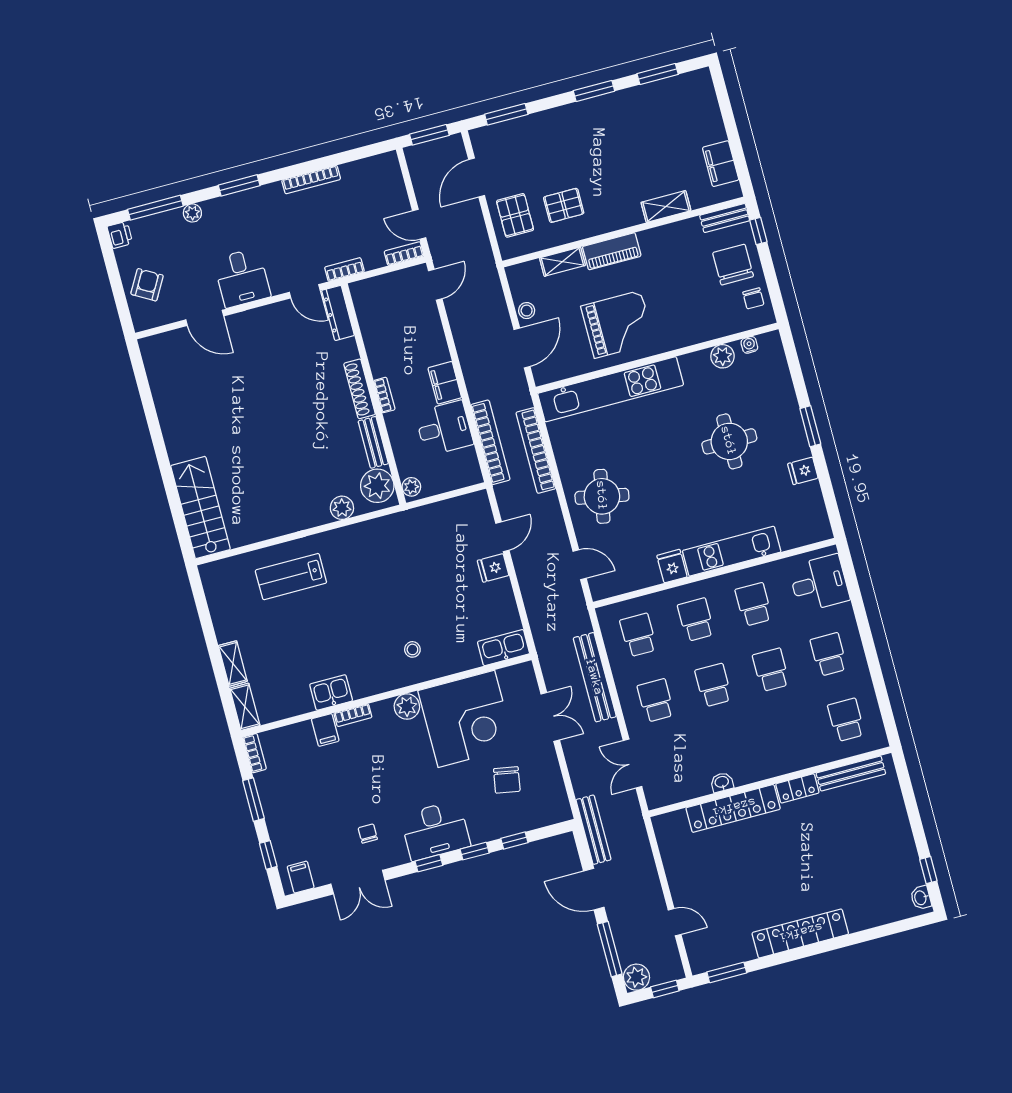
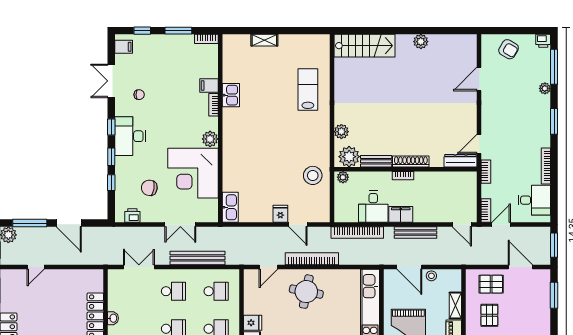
desk: (242, 278) -> (534, 200), moved, turned 180
plant: (171, 423) -> (421, 42), added
bookcase: (536, 451) -> (312, 259), moved
stool: (412, 649) -> (313, 175), moved, width x1.89, depth x1.89
shelving: (245, 707) -> (236, 40), removed
printer: (556, 795) -> (132, 215), added
bench: (593, 830) -> (415, 232), moved
door: (594, 889) -> (69, 223), swing flipped

